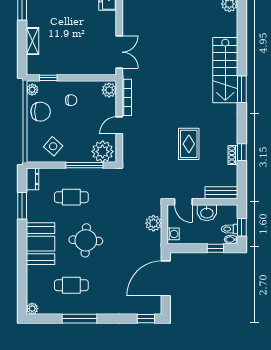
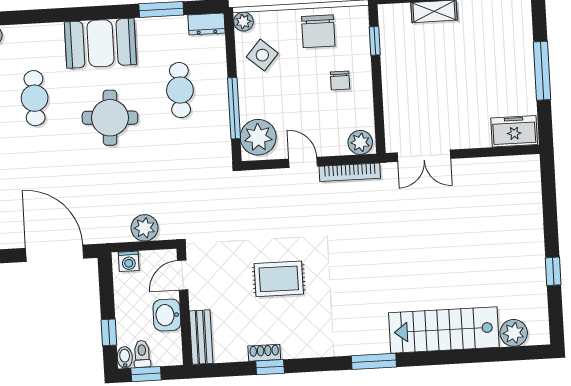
stairs: (225, 70) -> (444, 330), moved
plant: (32, 90) -> (243, 22), moved

